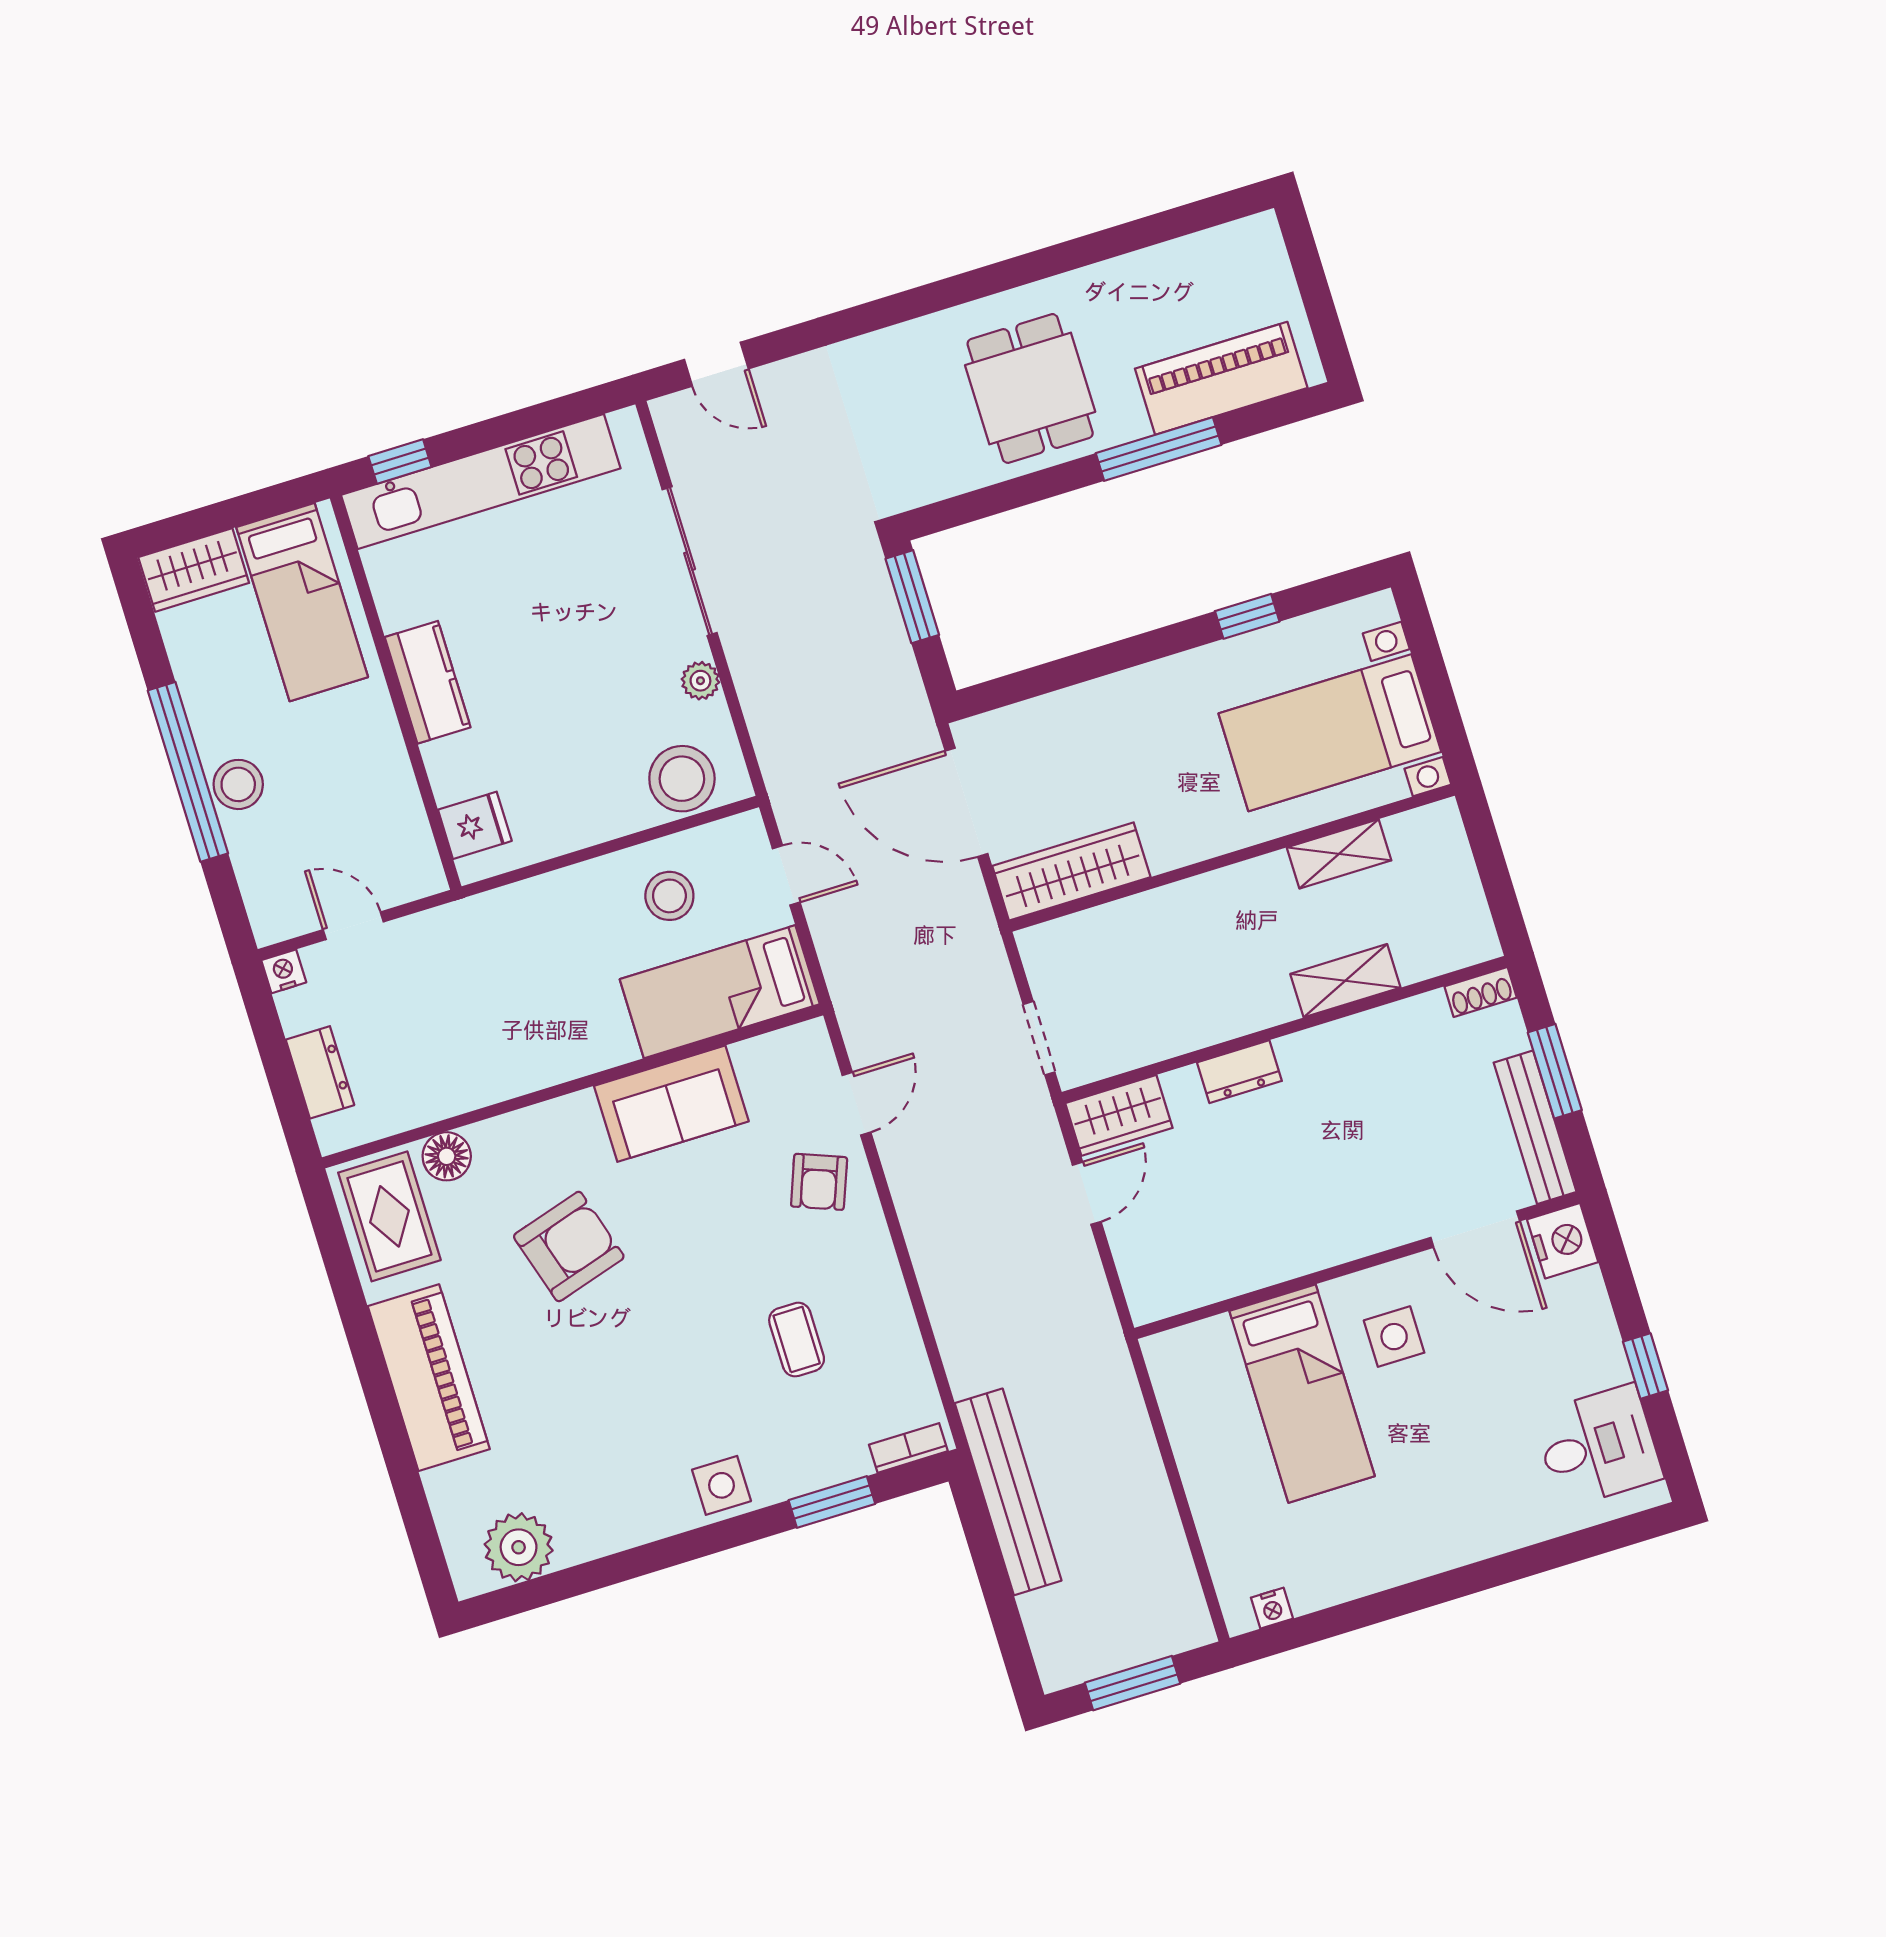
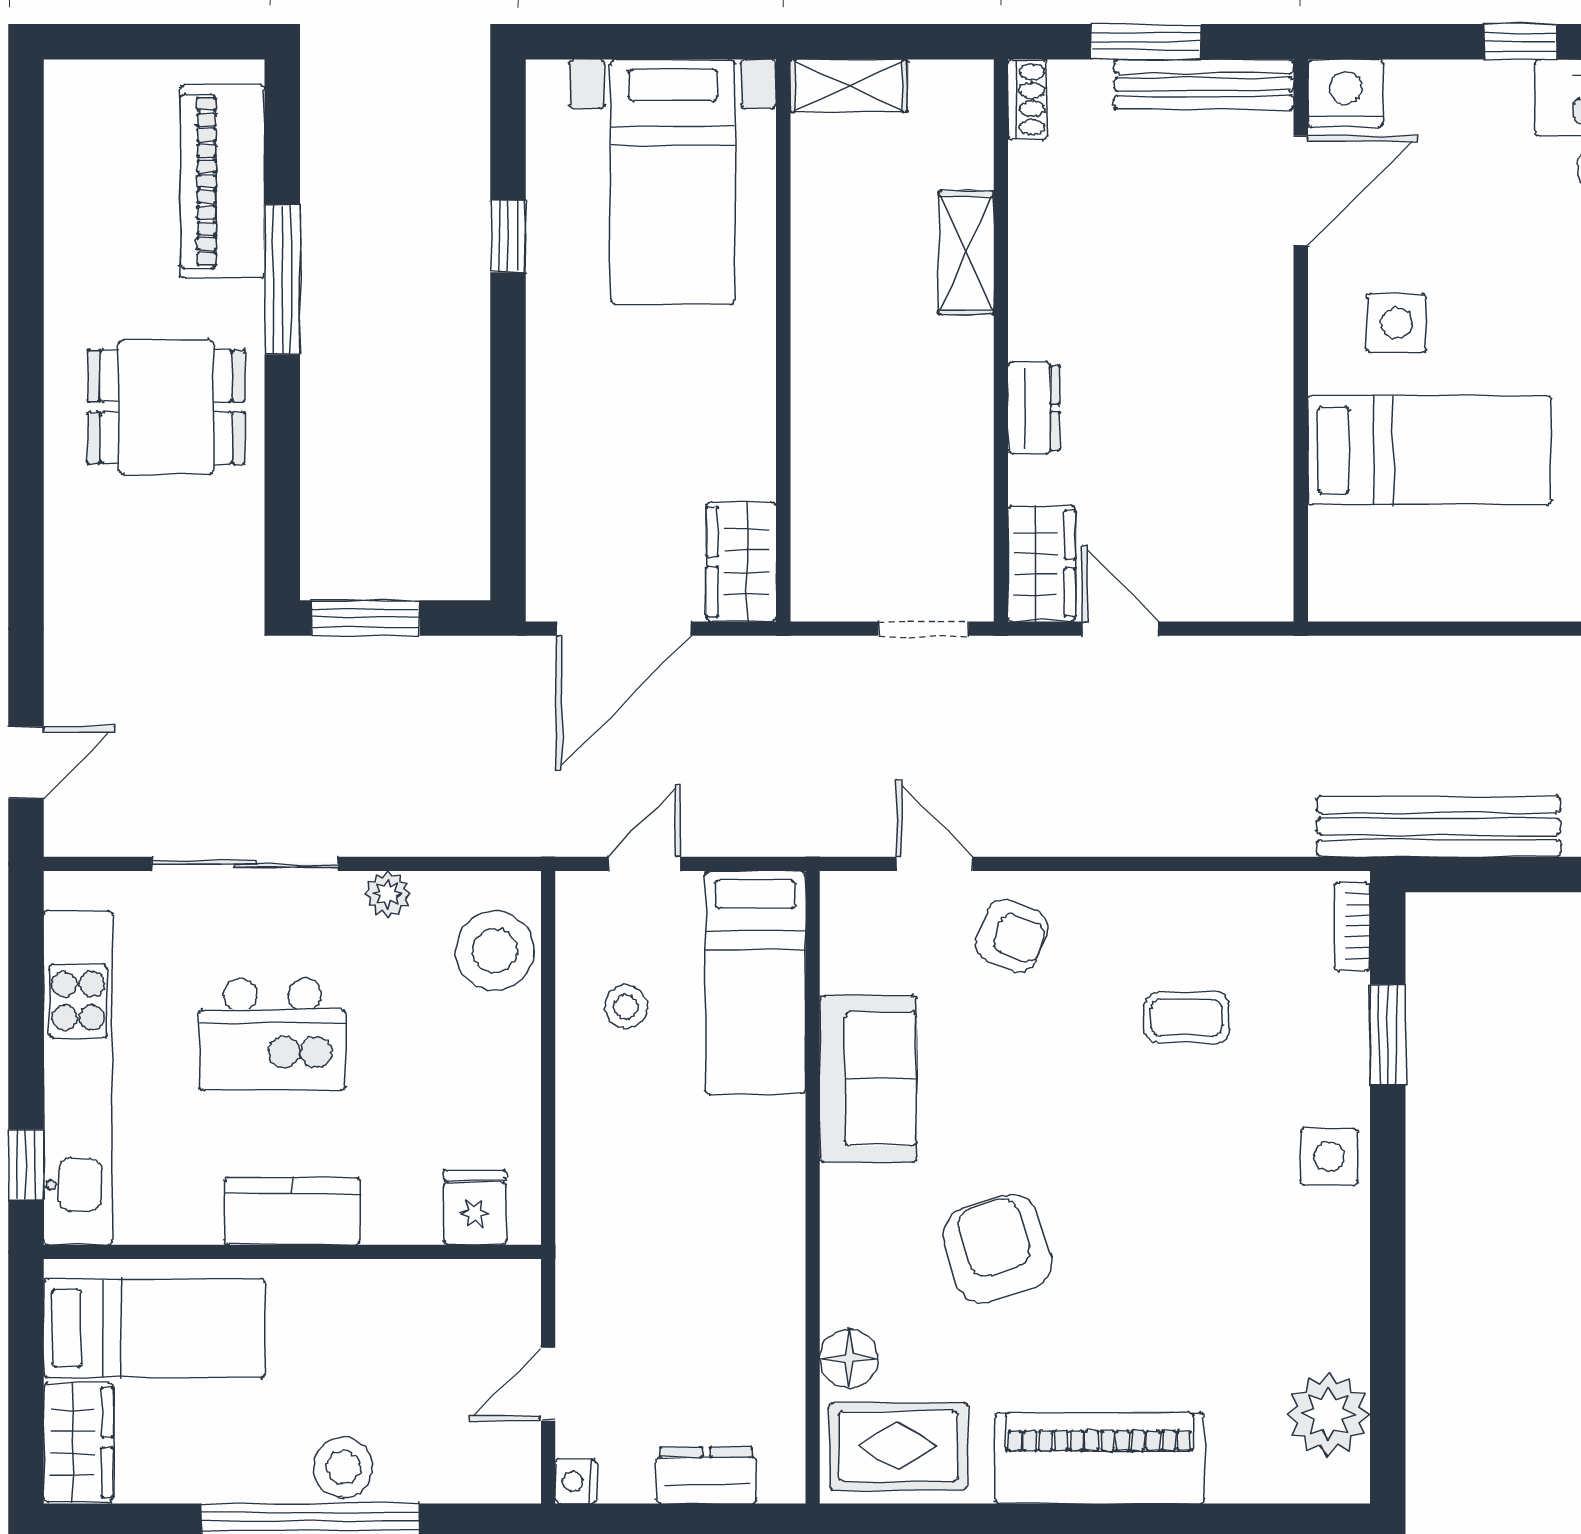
kitchen island: (562, 624) -> (272, 1034), added
shelving: (1339, 854) -> (849, 86), moved, turned 90
wardrobe: (1071, 871) -> (741, 562), width x0.67
stool: (669, 896) -> (626, 1007), width x0.73, depth x0.73

